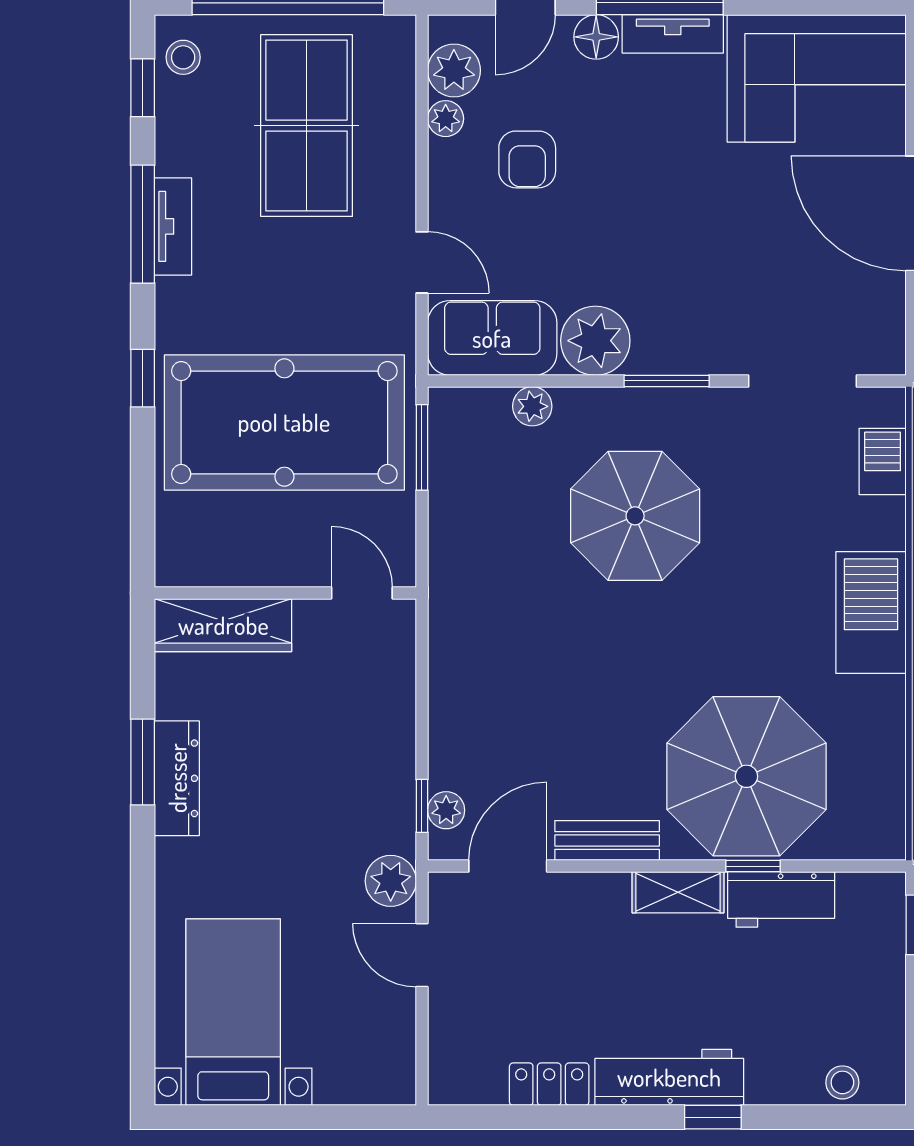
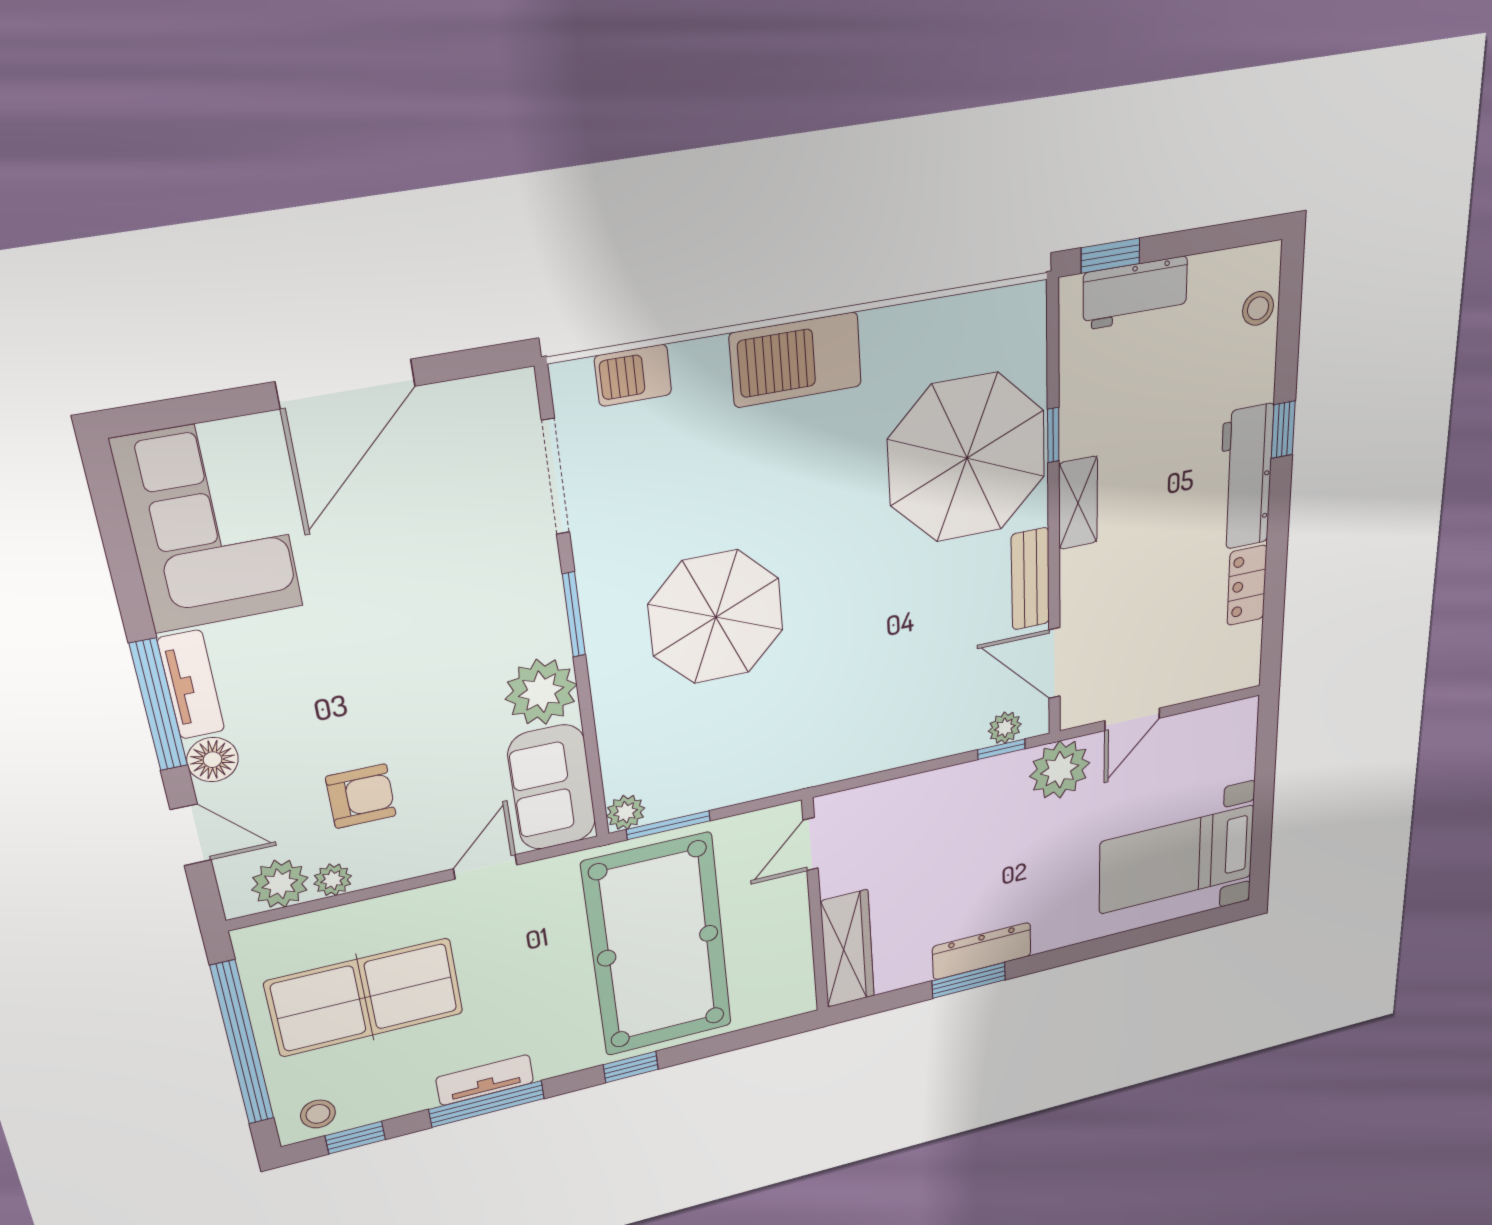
plant: (532, 406) -> (626, 812), moved
plant: (391, 881) -> (1060, 770), width x1.36, depth x1.36
workbench: (781, 899) -> (1135, 293), moved, turned 90

